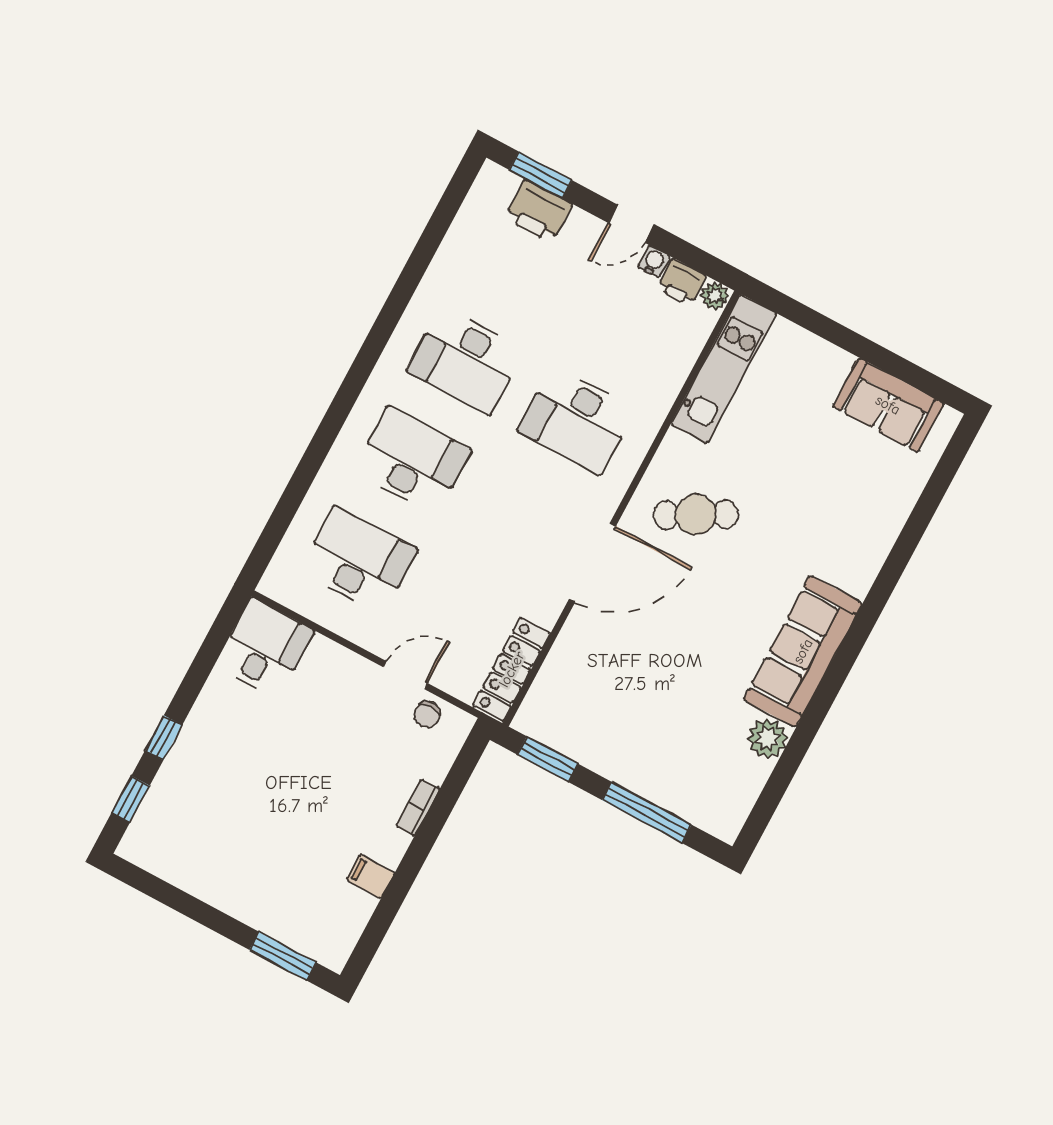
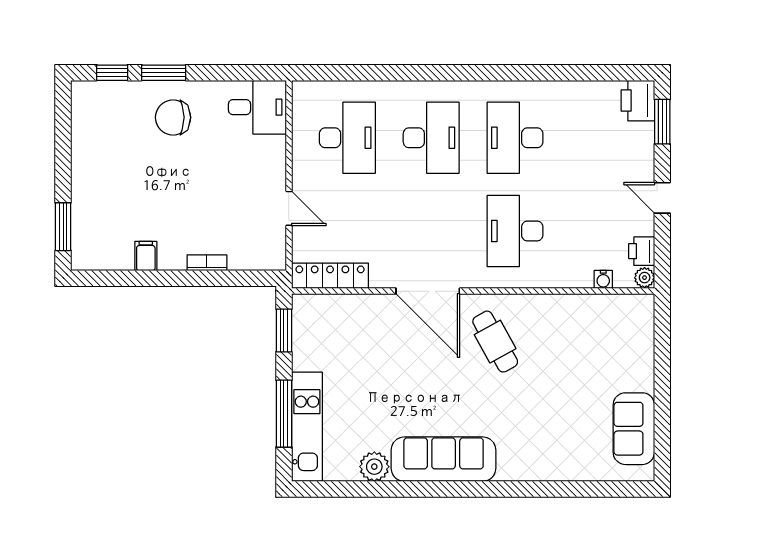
printer: (538, 211) -> (638, 101), moved
water cooler: (654, 261) -> (603, 279), moved, turned 90
kitchen unit: (724, 369) -> (307, 427), moved, turned -90
chair: (427, 715) -> (173, 117), moved, width x1.87, depth x1.87
window: (164, 738) -> (164, 73), width x1.50

